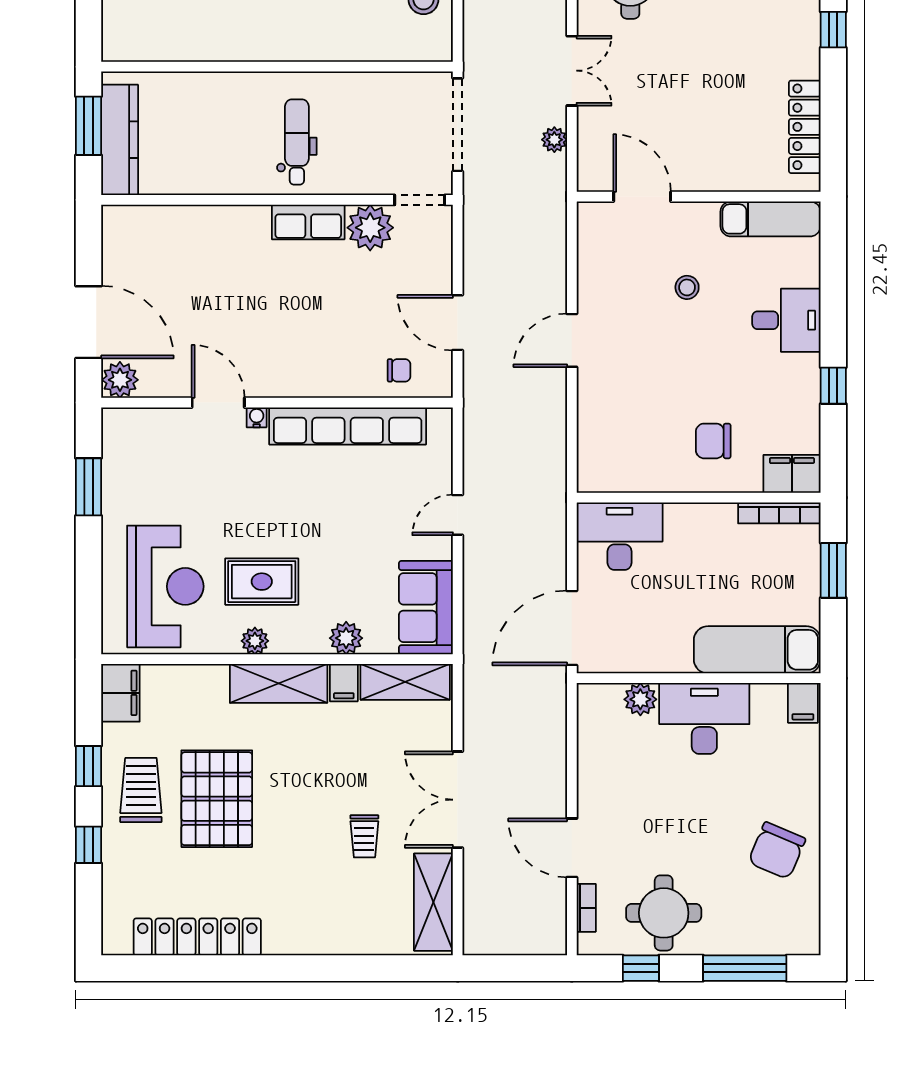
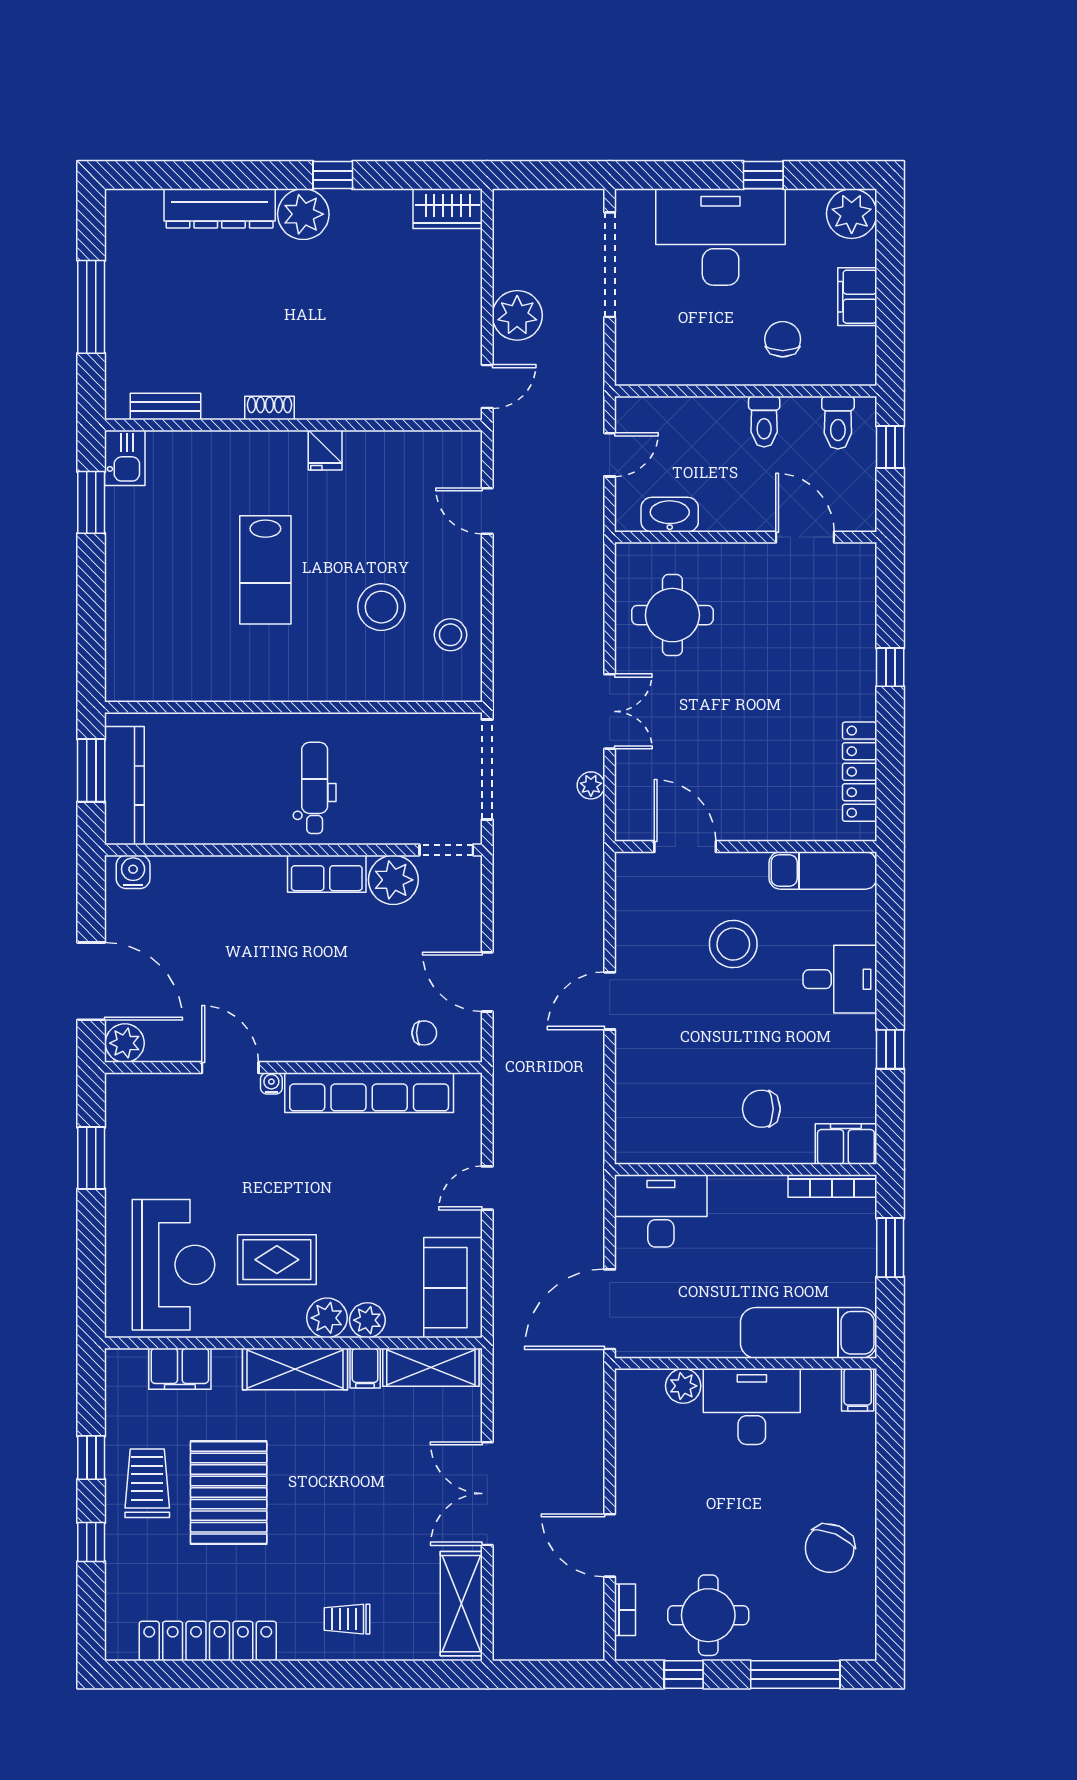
water cooler: (128, 220) -> (133, 872), added
stool: (687, 287) -> (733, 944), width x1.89, depth x1.89
plant: (255, 641) -> (327, 1318), moved, width x1.38, depth x1.38
filing cabinet: (120, 693) -> (180, 1369), moved, turned 90
trolley: (364, 836) -> (347, 1619), moved, turned 90

